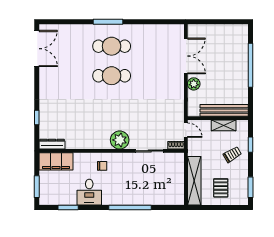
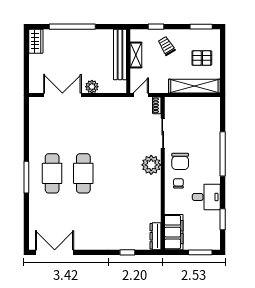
wardrobe: (237, 31) -> (36, 41), added
chair: (123, 167) -> (180, 161), added

